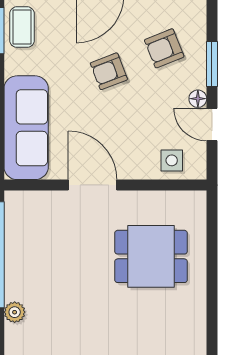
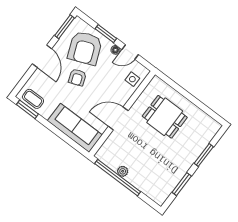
armchair: (164, 48) -> (85, 48), width x1.88, depth x1.88
dining table: (151, 256) -> (165, 117), turned 90
plant: (15, 312) -> (123, 171), moved

